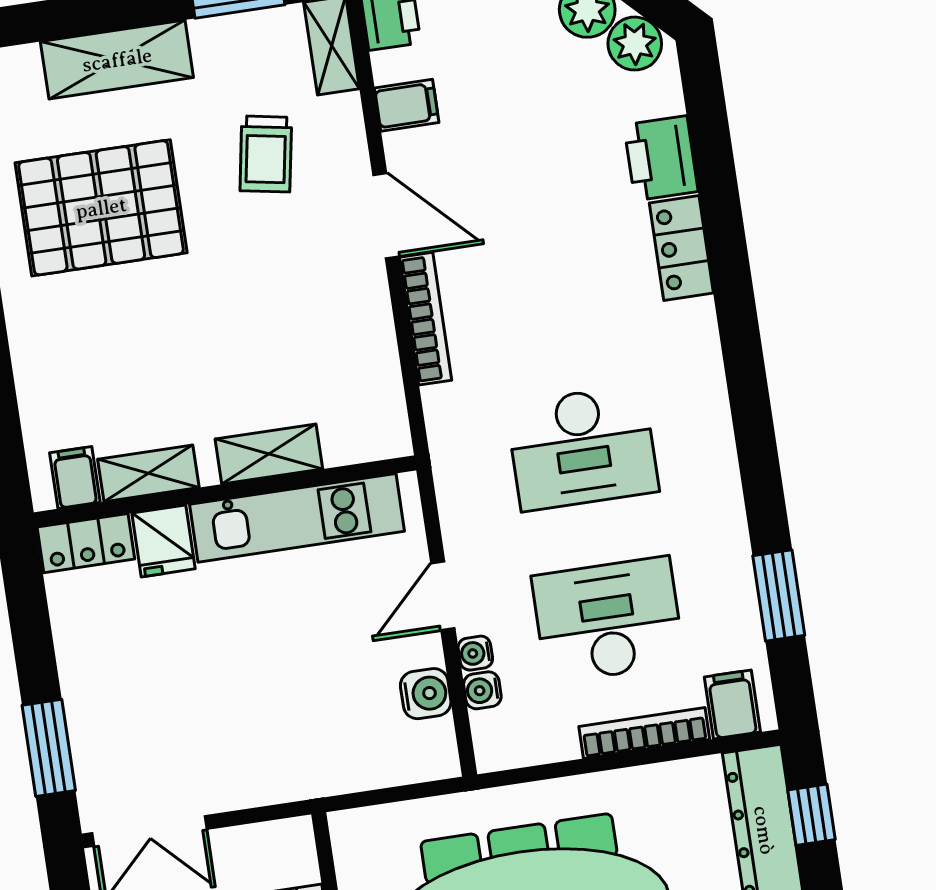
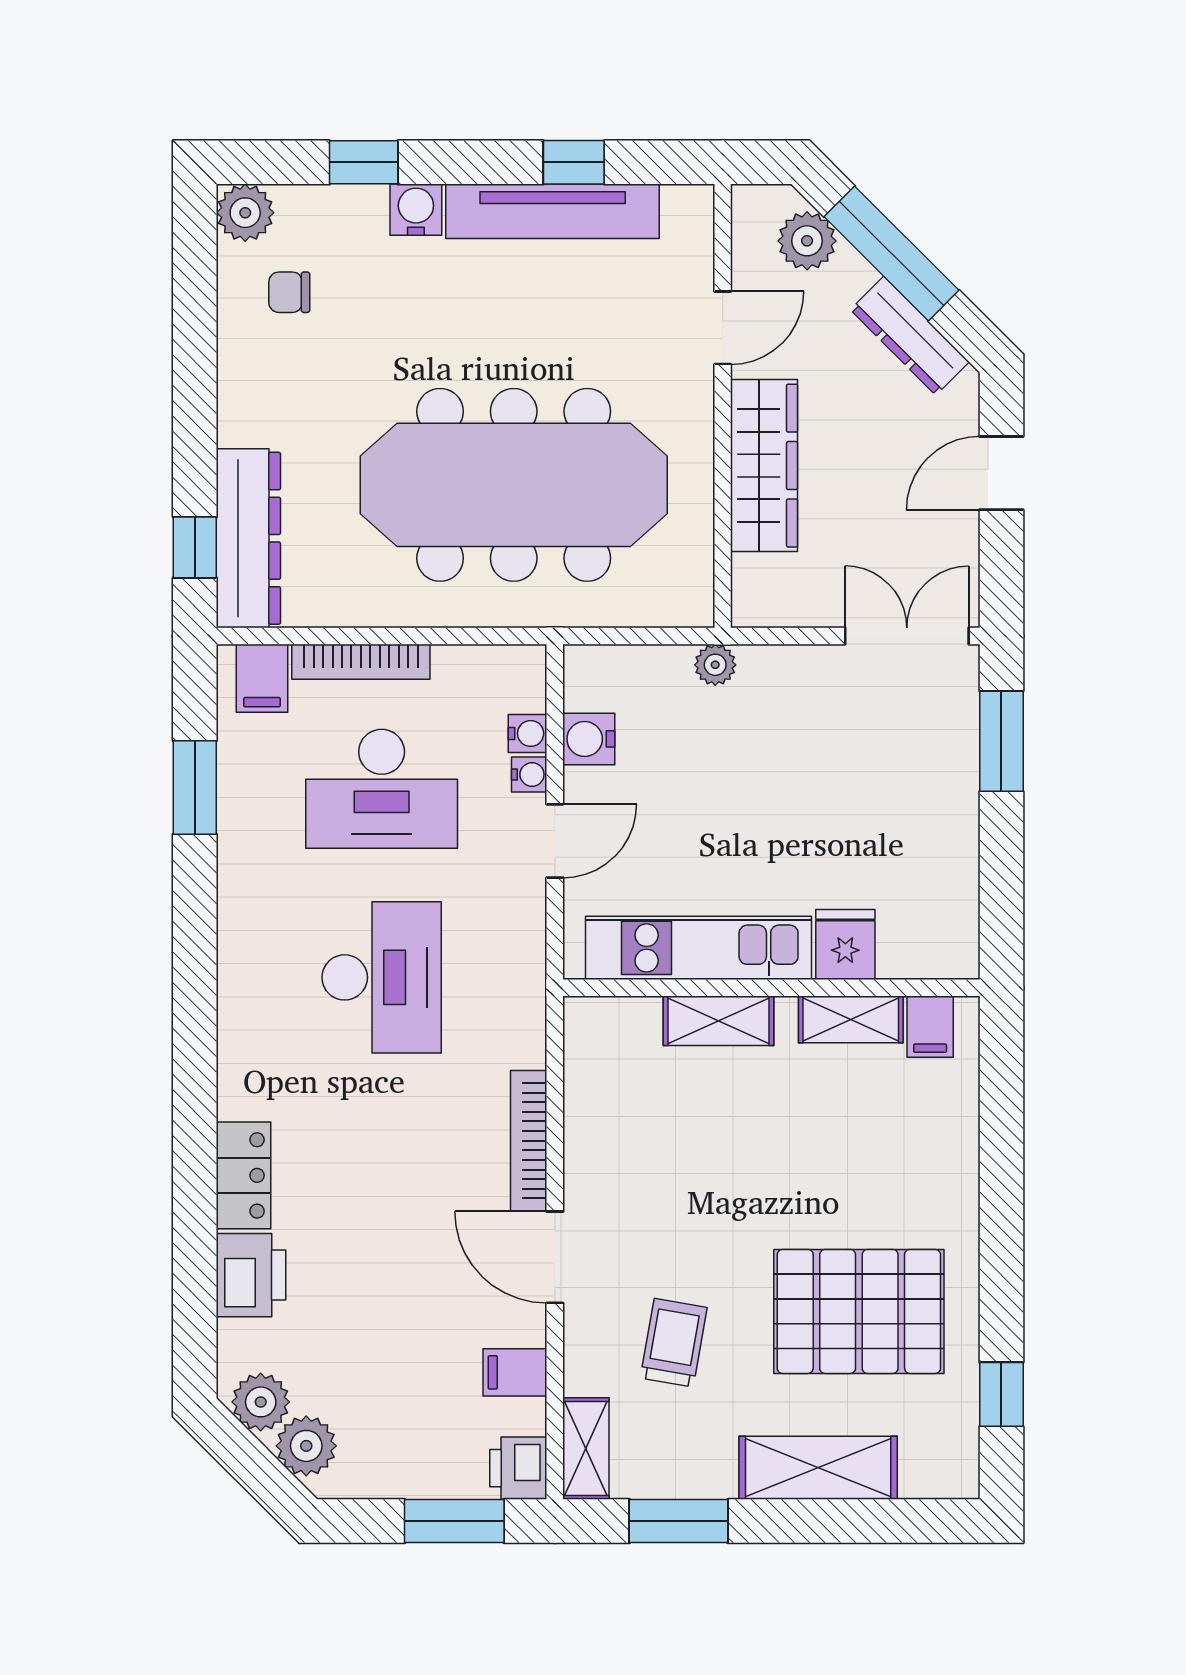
desk: (582, 448) -> (382, 977), turned 90
locker: (86, 543) -> (929, 955), removed
plant: (320, 779) -> (715, 665), added

